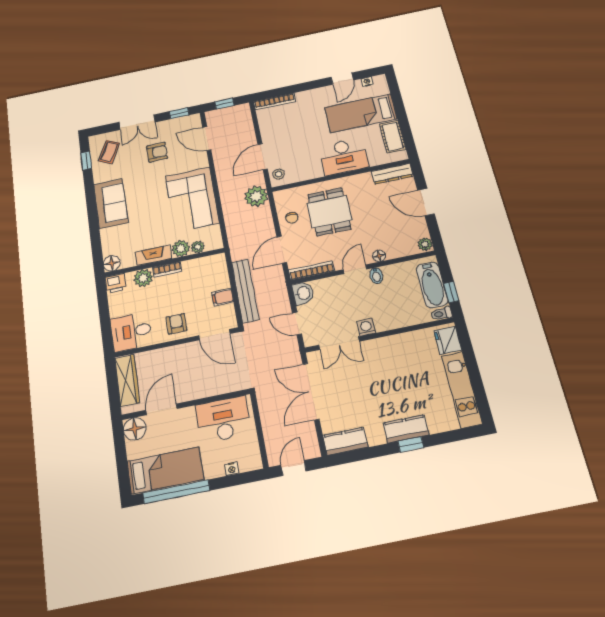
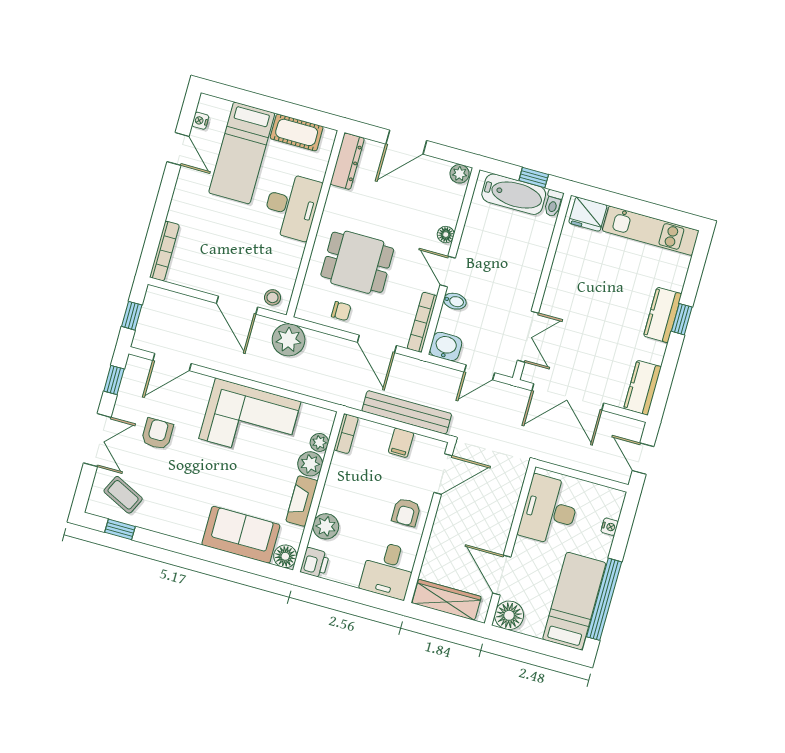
sofa: (111, 203) -> (241, 535), moved
bookcase: (167, 270) -> (346, 434), moved
bidet: (376, 276) -> (455, 301), moved
armchair: (176, 324) -> (406, 512), turned -90
washing machine: (366, 327) -> (525, 296), removed

